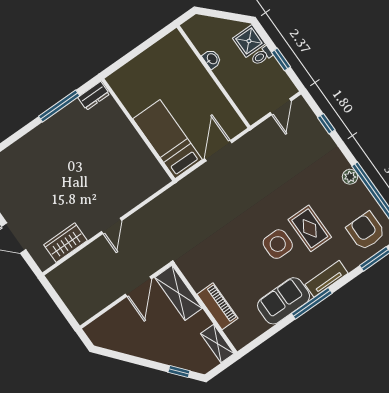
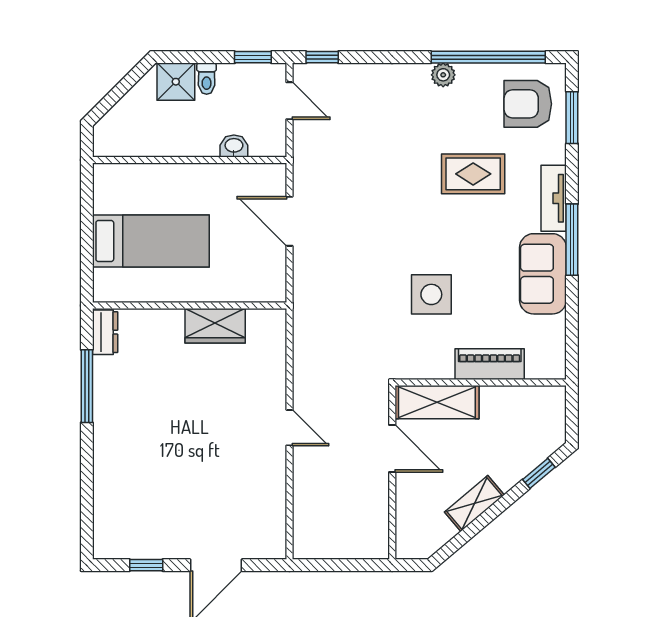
washbasin: (212, 59) -> (234, 146), moved
window: (281, 59) -> (253, 57), moved
window: (326, 124) -> (322, 57), moved
bed: (167, 139) -> (151, 241), moved, turned 180
wardrobe: (66, 243) -> (215, 326), moved, turned -90
side table: (278, 244) -> (431, 294), moved
shelving: (217, 344) -> (474, 503), moved, turned -40

